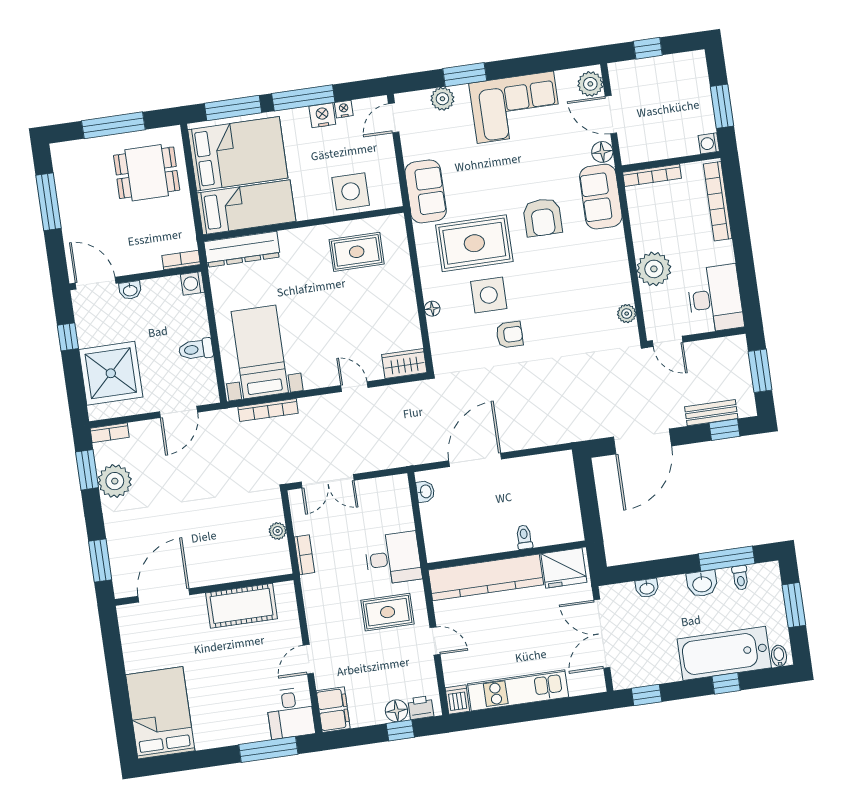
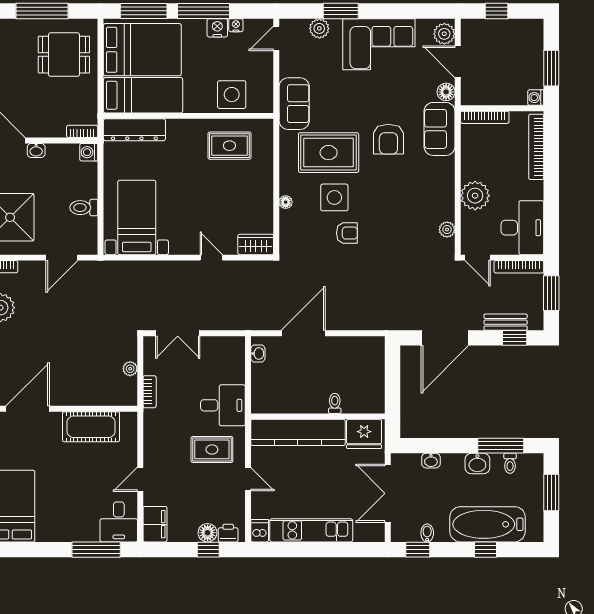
bookcase: (268, 410) -> (519, 267), moved
bidet: (779, 656) -> (427, 533), moved

